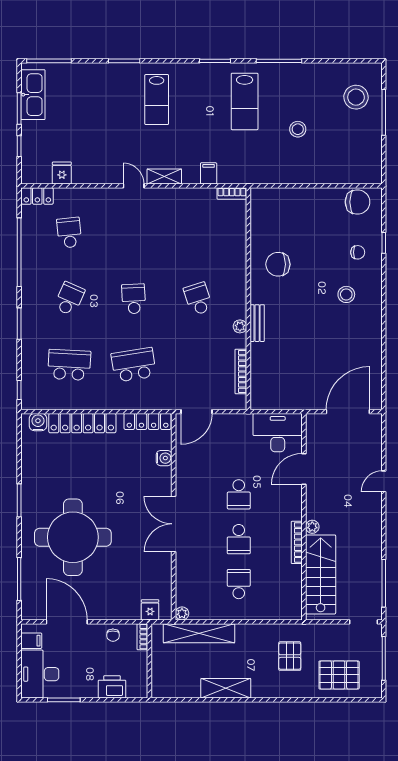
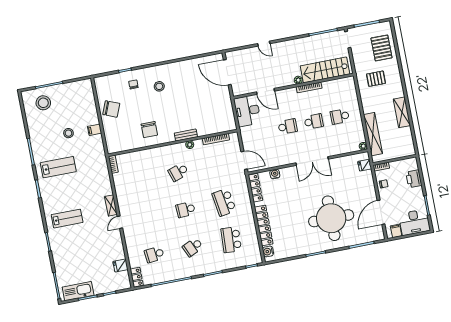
filing cabinet: (209, 173) -> (95, 130), moved
chair: (357, 202) -> (111, 109), moved, turned 112
school desk: (69, 299) -> (193, 247), turned -48

